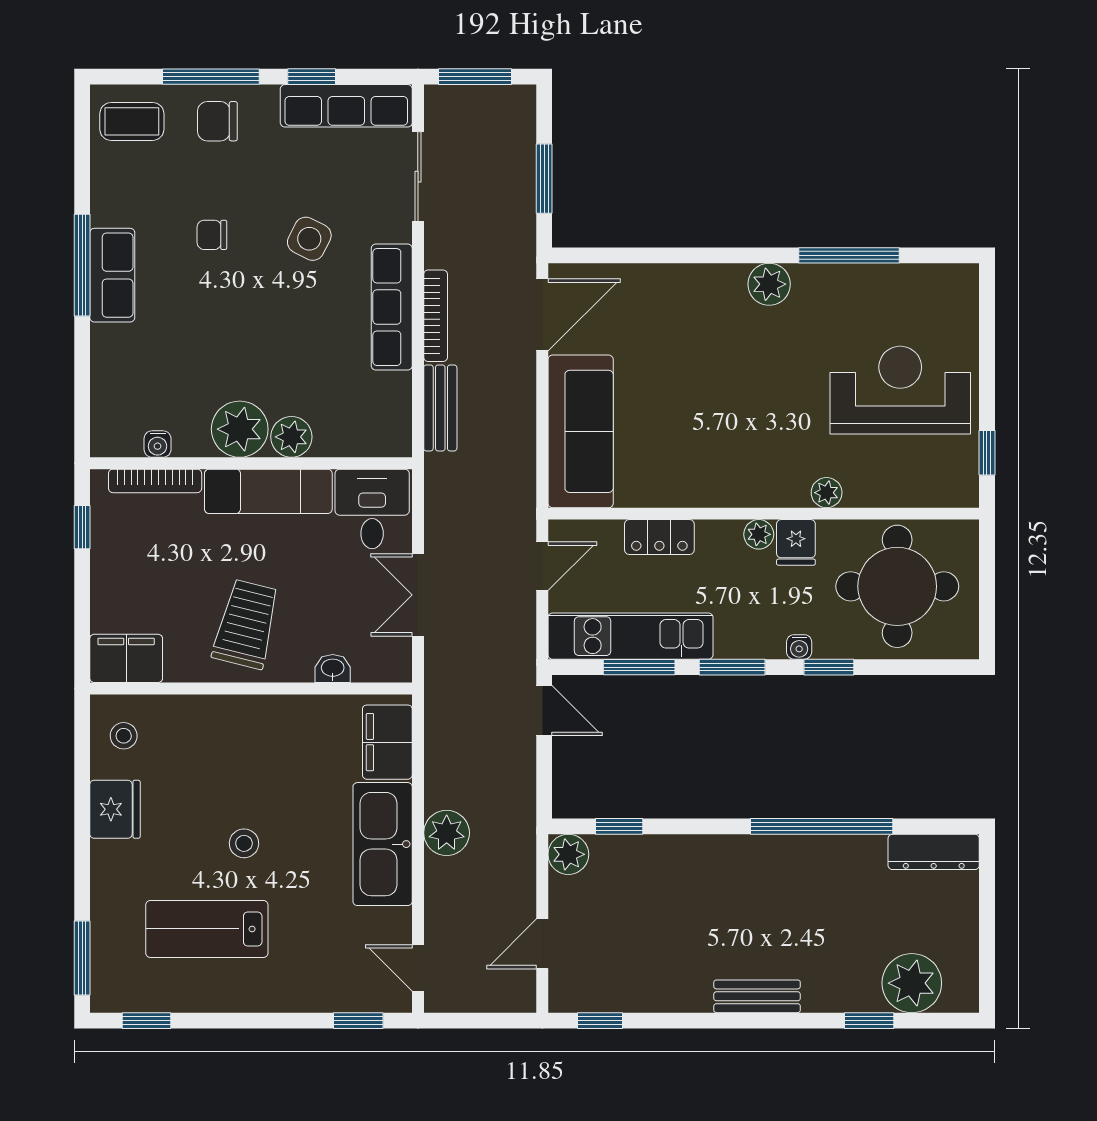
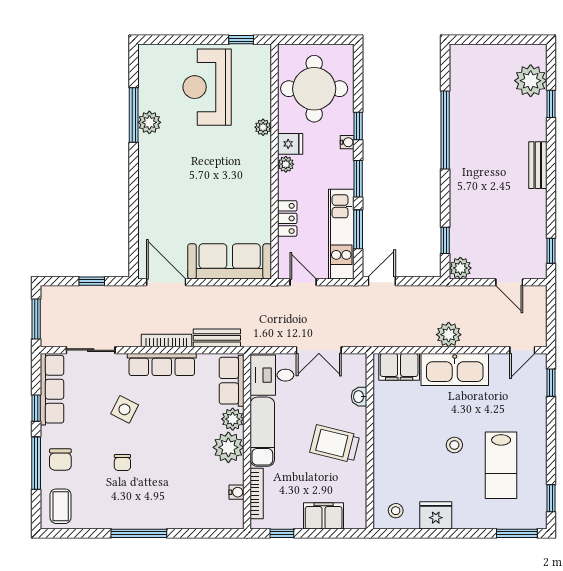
window: (544, 179) -> (92, 281), width x0.67
row of seats: (112, 275) -> (232, 381), moved, turned -90
plant: (769, 284) -> (149, 122), moved
filing cabinet: (126, 658) -> (324, 516), moved, turned 90
dresser: (934, 852) -> (459, 69), removed

